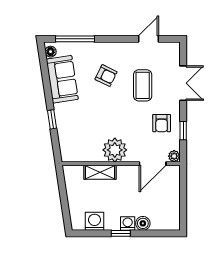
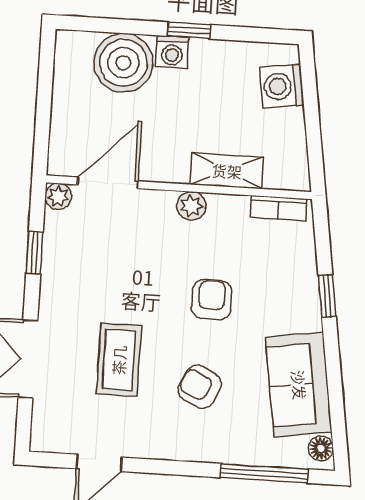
armchair: (162, 123) -> (212, 300), moved
plant: (115, 150) -> (191, 206), width x0.53, depth x0.53
bookcase: (76, 157) -> (278, 208), added
washing machine: (94, 221) -> (282, 86), moved, turned 82
boiler: (143, 223) -> (123, 63), width x1.86, depth x1.86

